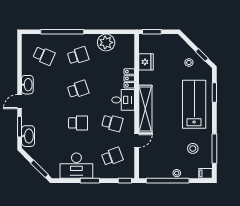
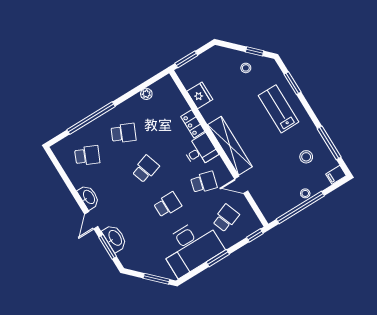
plant: (106, 42) -> (146, 94), width x0.53, depth x0.53
school desk: (78, 56) -> (124, 133), turned 42
lab bench: (194, 104) -> (279, 109), width x0.73, depth x0.72
washbasin: (28, 136) -> (115, 238), moved
door: (137, 140) -> (241, 185), swing flipped
desk: (76, 166) -> (191, 247), width x1.36, depth x1.30

